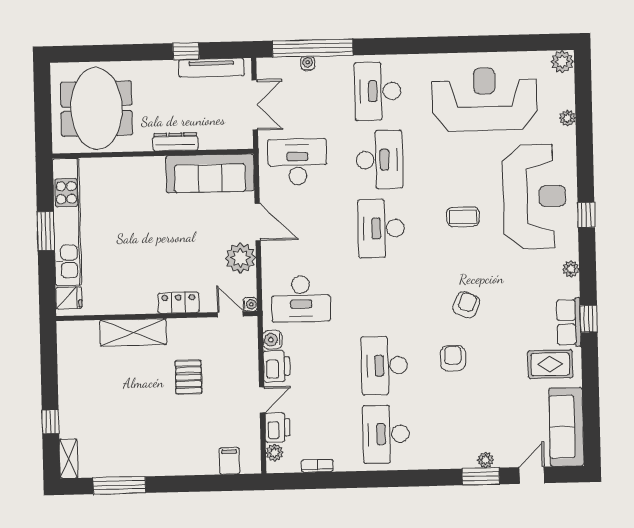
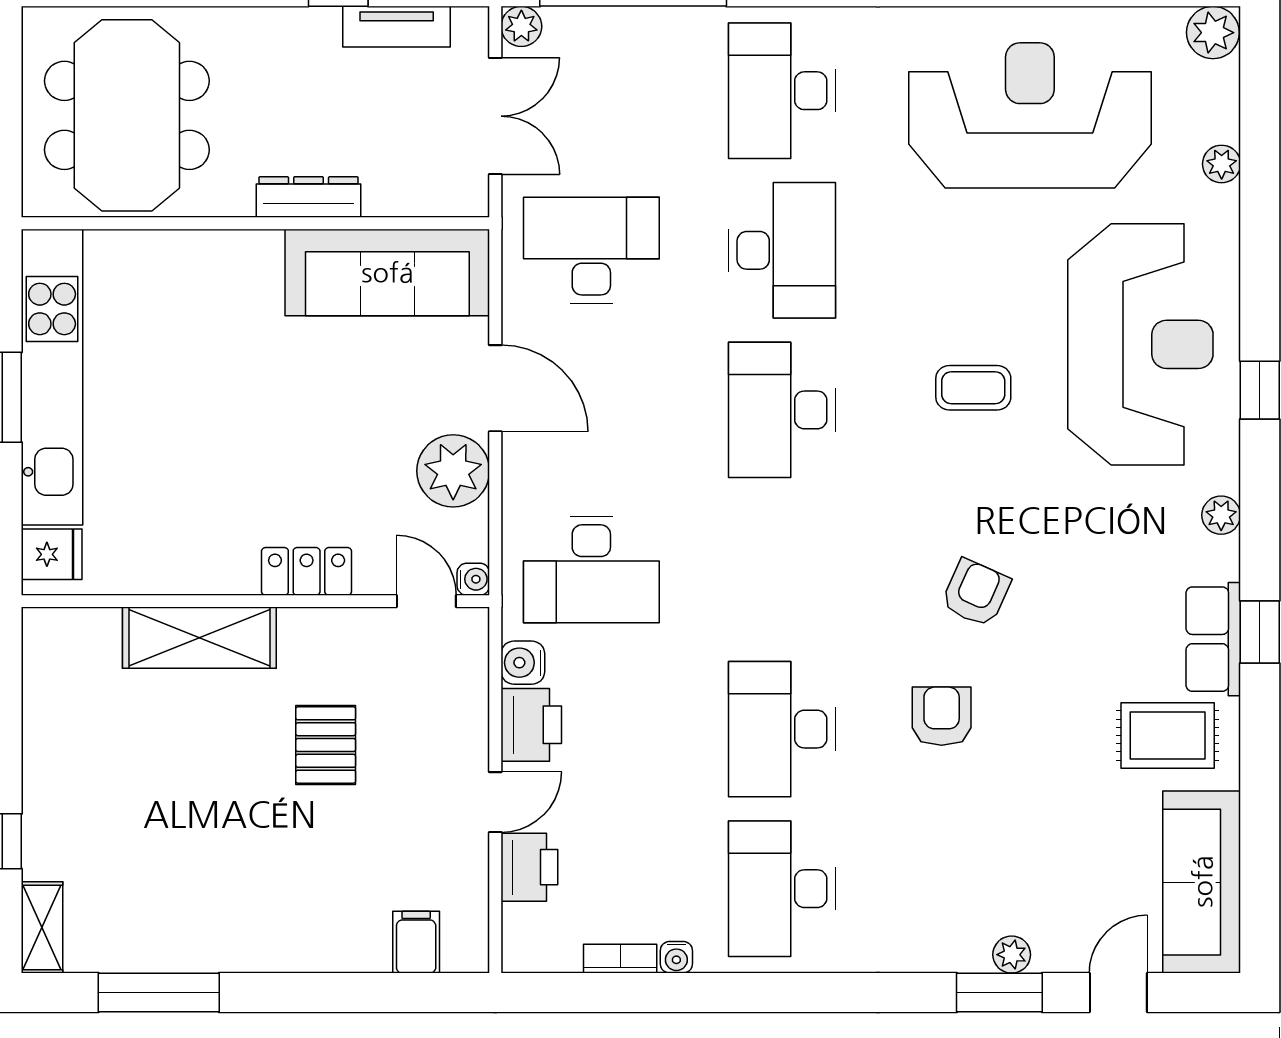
water cooler: (308, 63) -> (676, 957), moved, turned 180
tv unit: (211, 68) -> (397, 27), width x0.71
plant: (274, 453) -> (521, 26), moved

